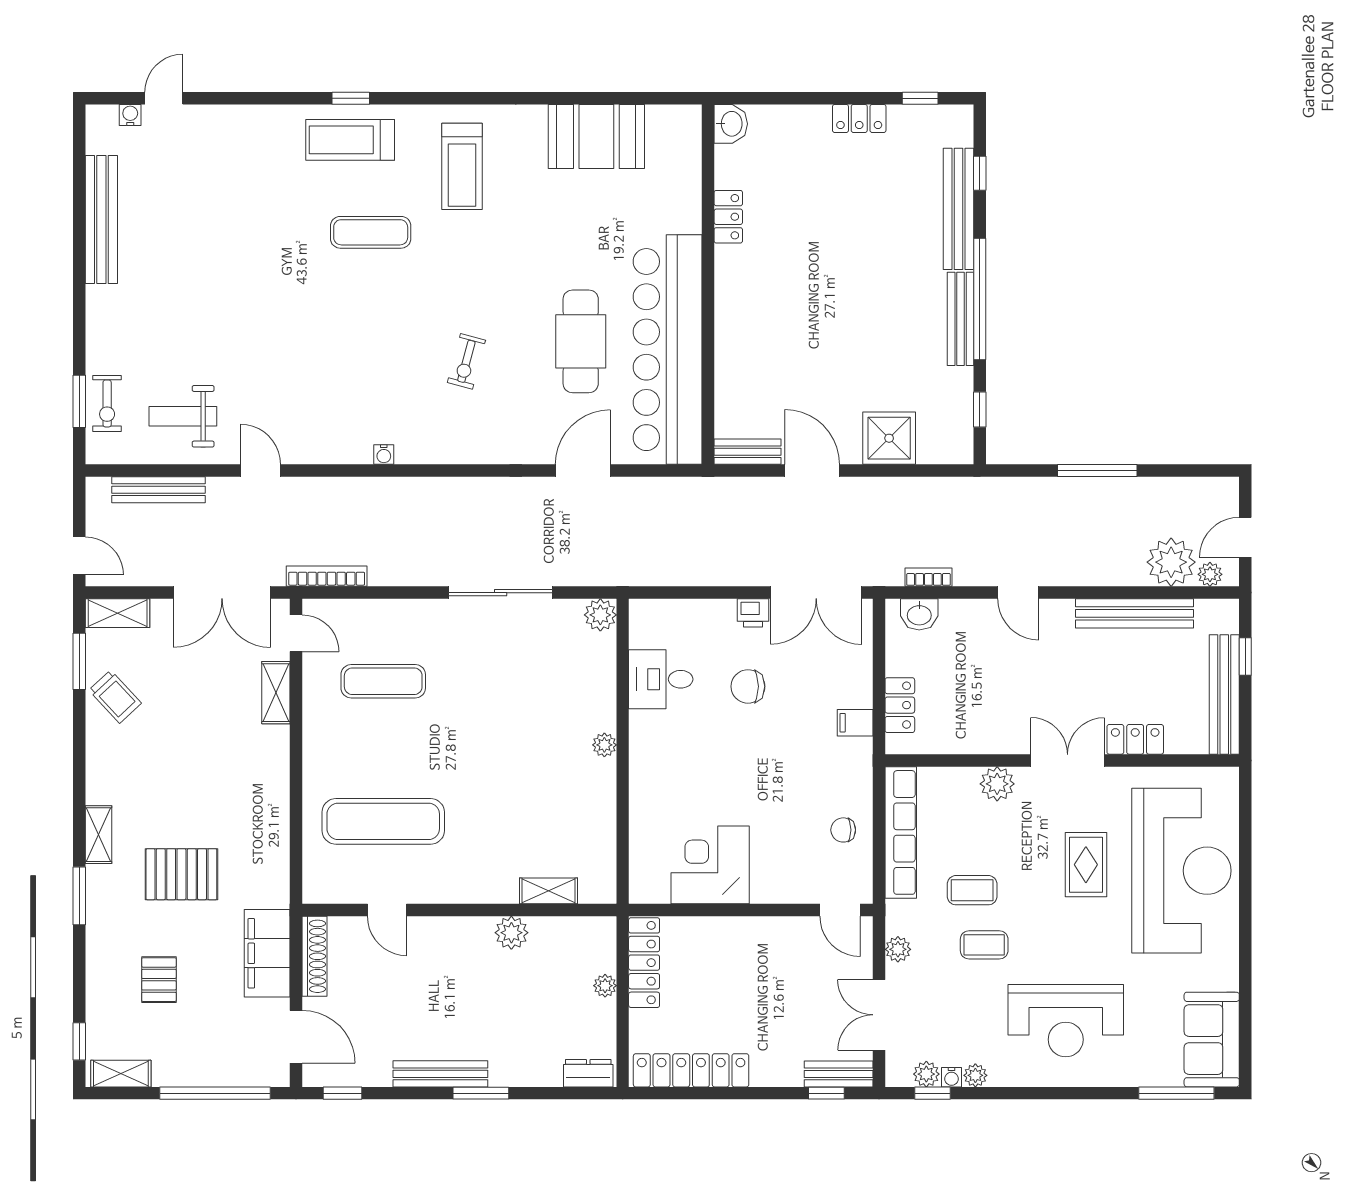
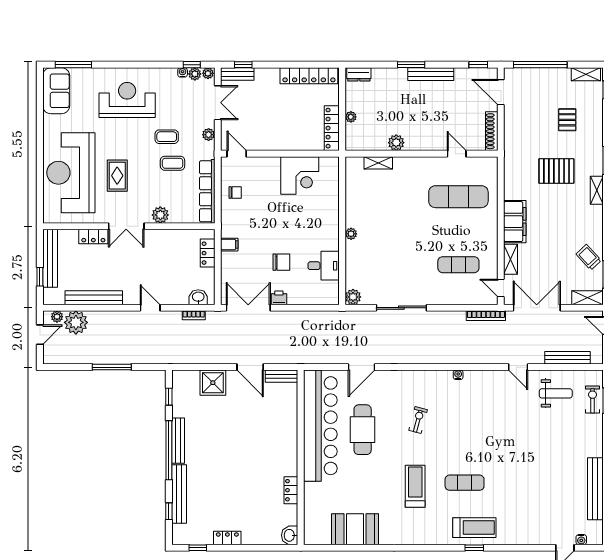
treadmill: (462, 166) -> (415, 486), moved
filing cabinet: (267, 953) -> (515, 222), moved
plant: (975, 1075) -> (208, 73), moved

